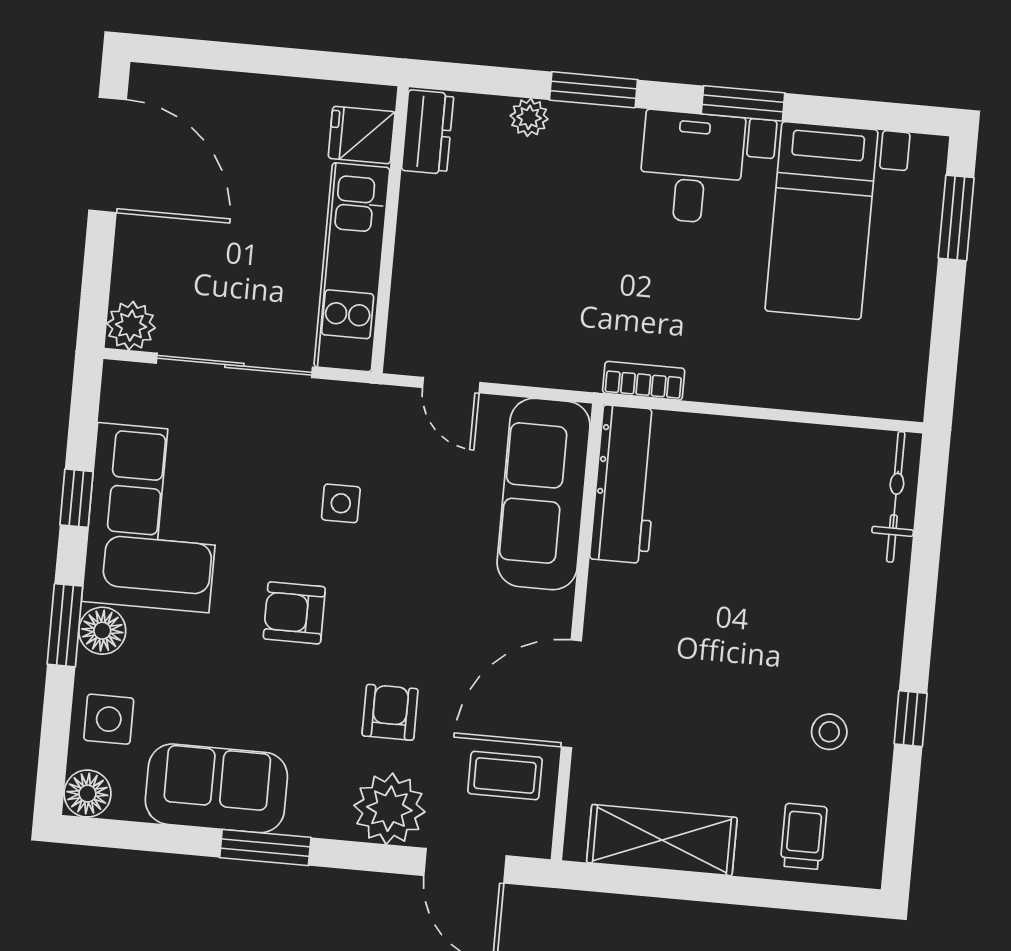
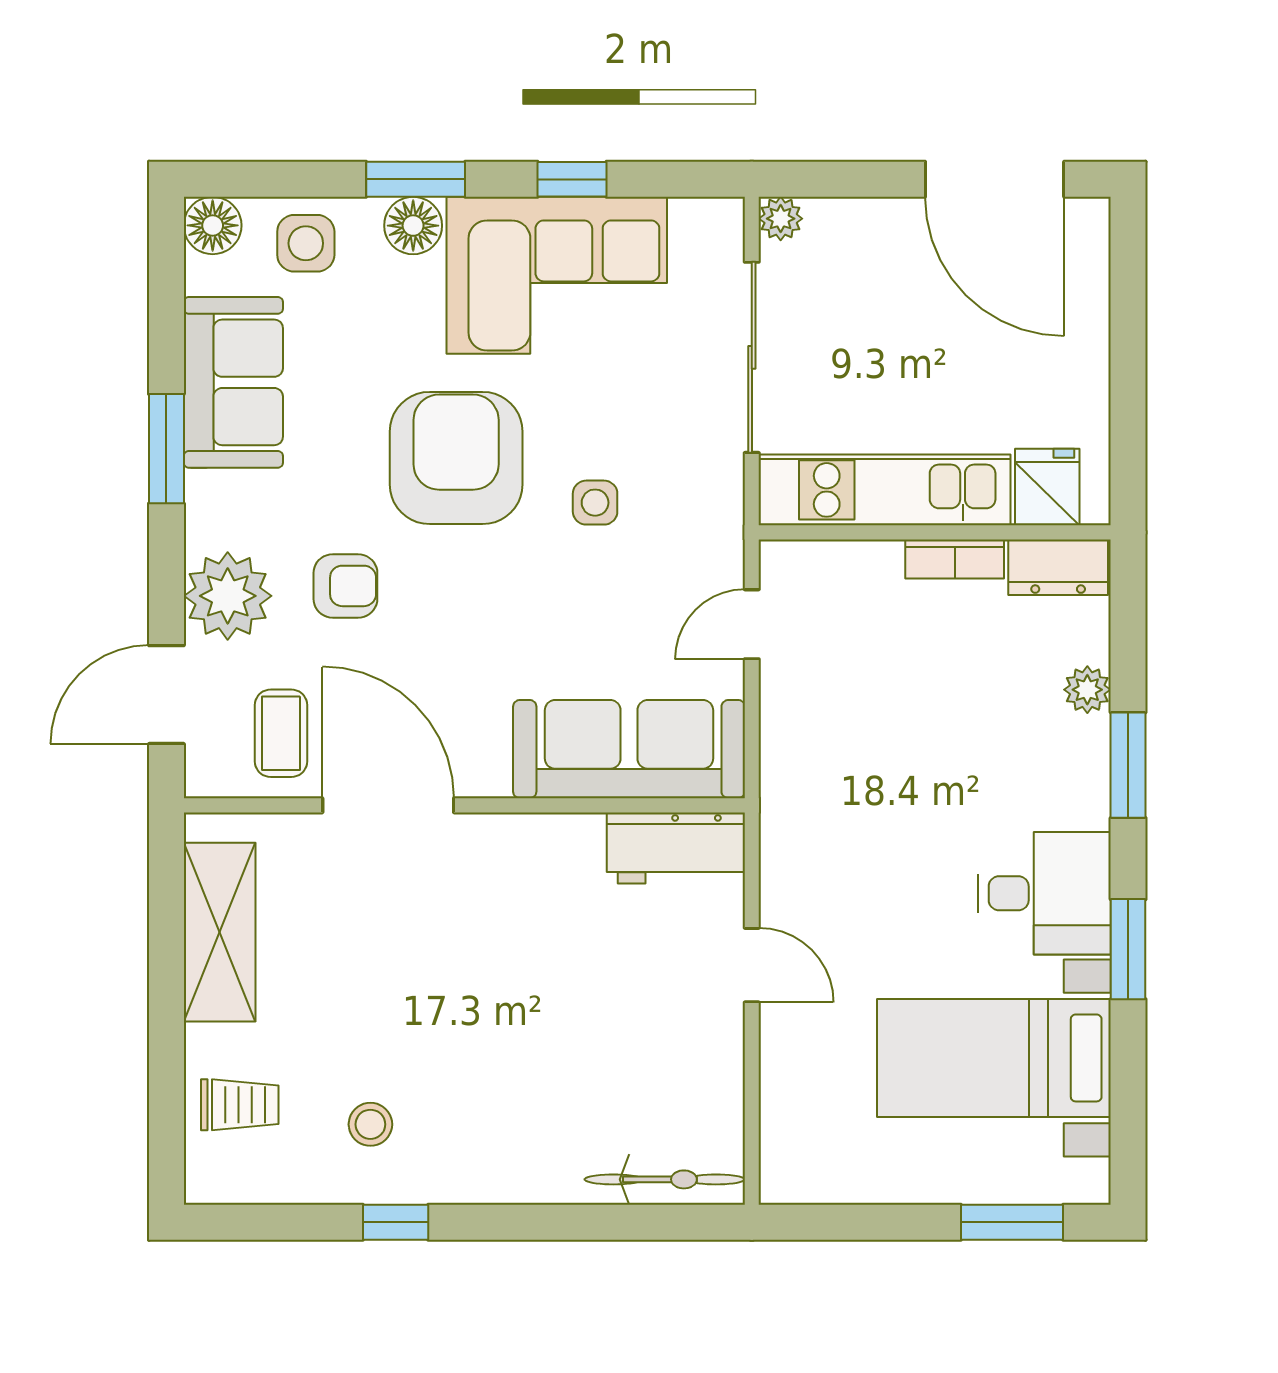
door: (108, 155) -> (995, 179), hinge flipped
plant: (131, 326) -> (781, 219), width x0.73, depth x0.73
bookcase: (644, 381) -> (955, 559), moved, turned 90
door: (728, 410) -> (752, 965), added
workbench: (625, 484) -> (676, 848), width x0.73
armchair: (294, 613) -> (456, 458), width x1.88, depth x1.88

